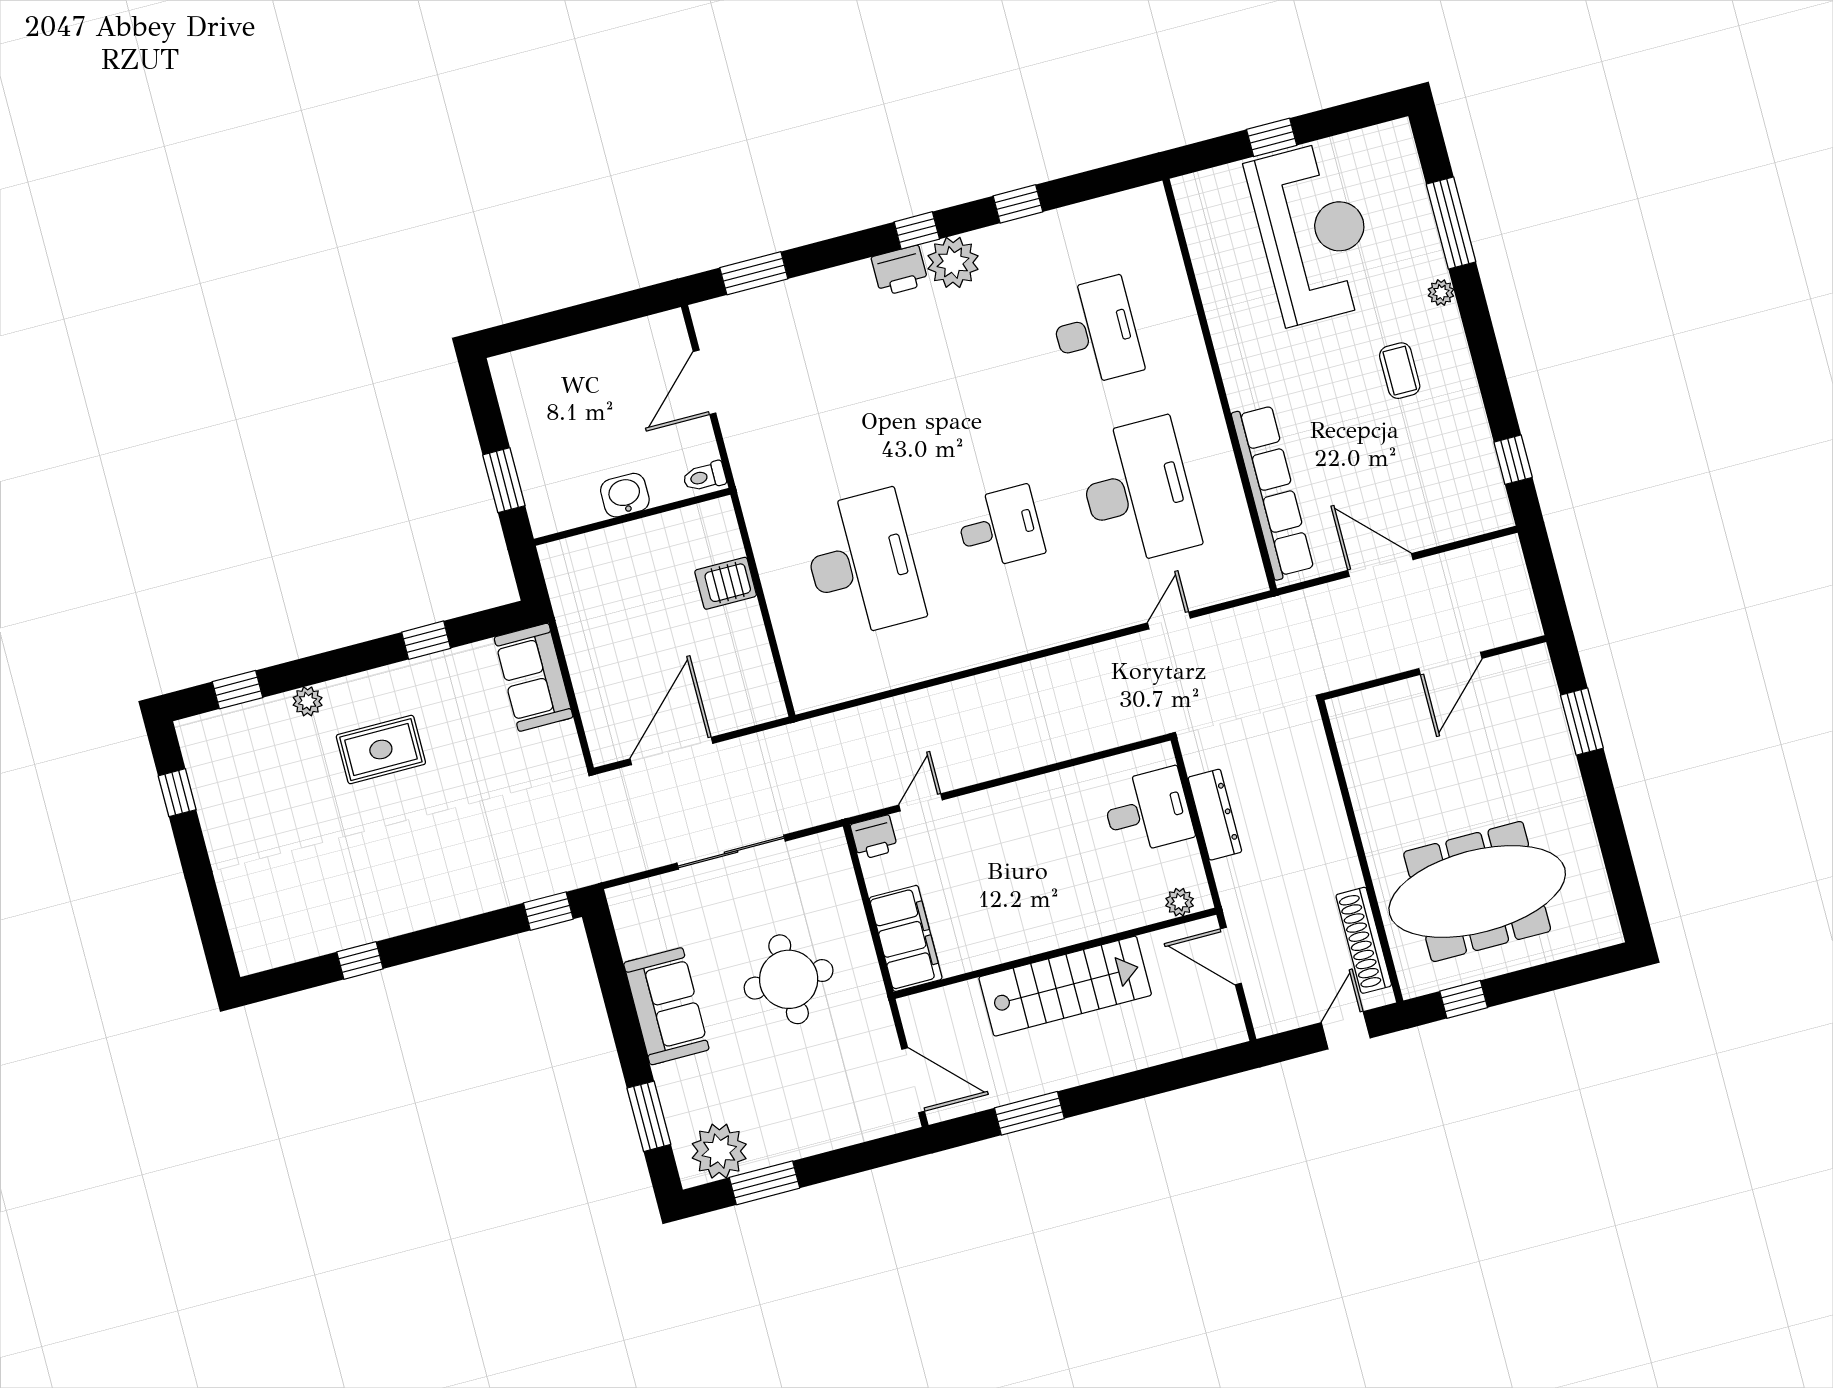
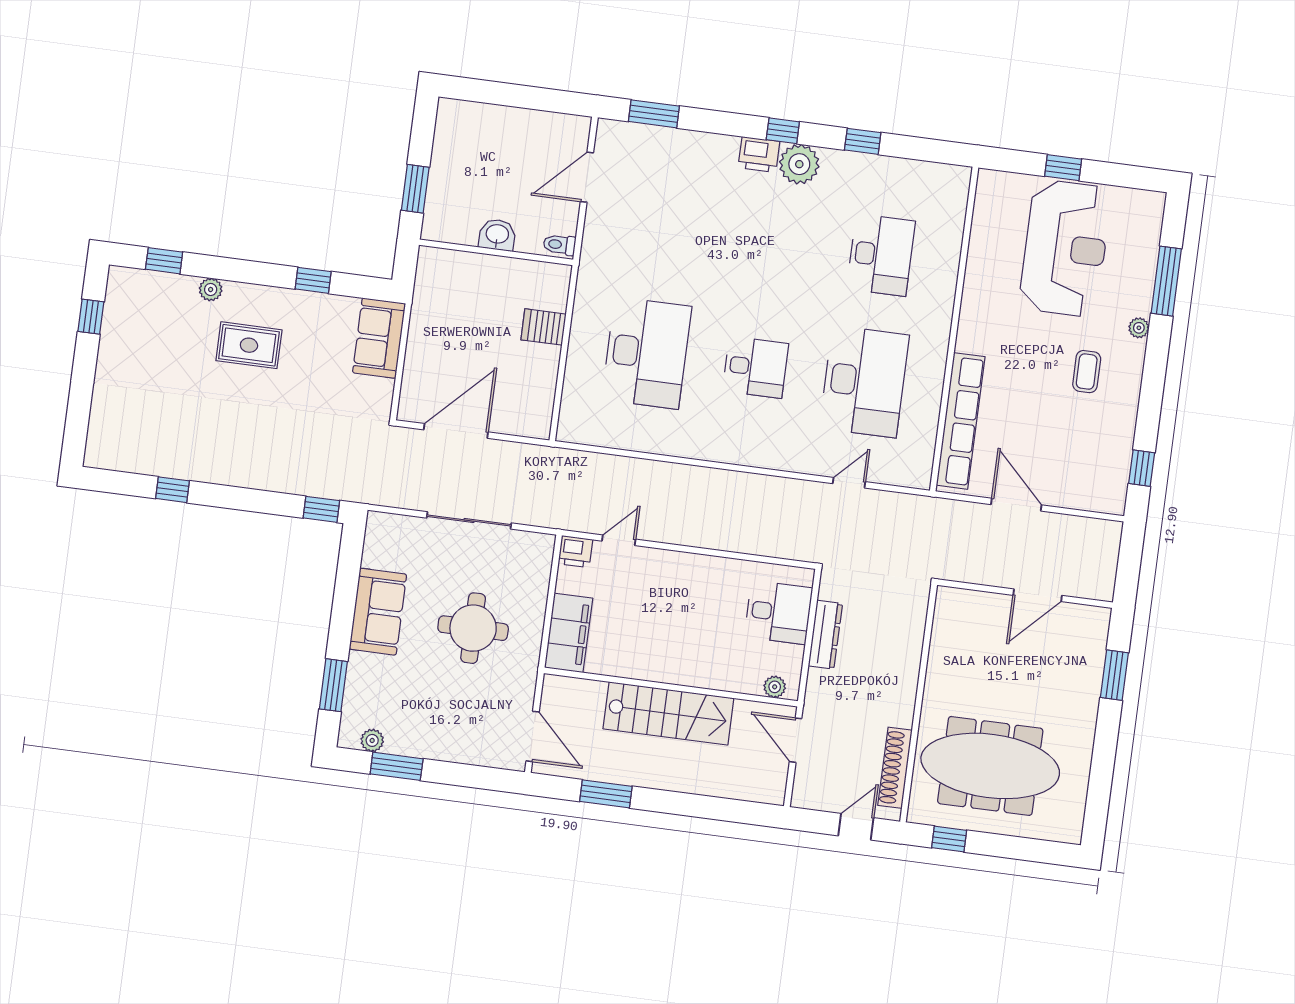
plant: (719, 1151) -> (372, 740), width x0.53, depth x0.53

